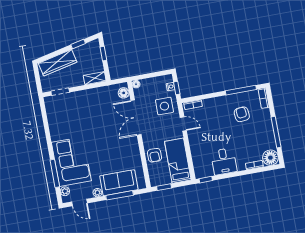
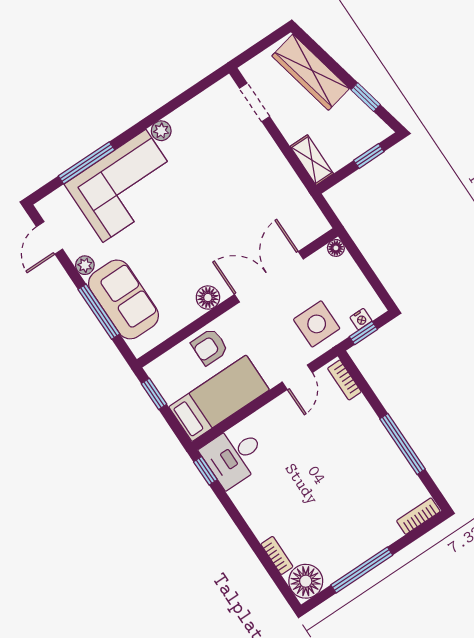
window: (241, 90) -> (403, 444), moved
floor lamp: (124, 93) -> (208, 298), moved
armchair: (242, 114) -> (368, 486), removed
desk: (224, 161) -> (234, 456), moved
plant: (65, 191) -> (161, 131), moved

